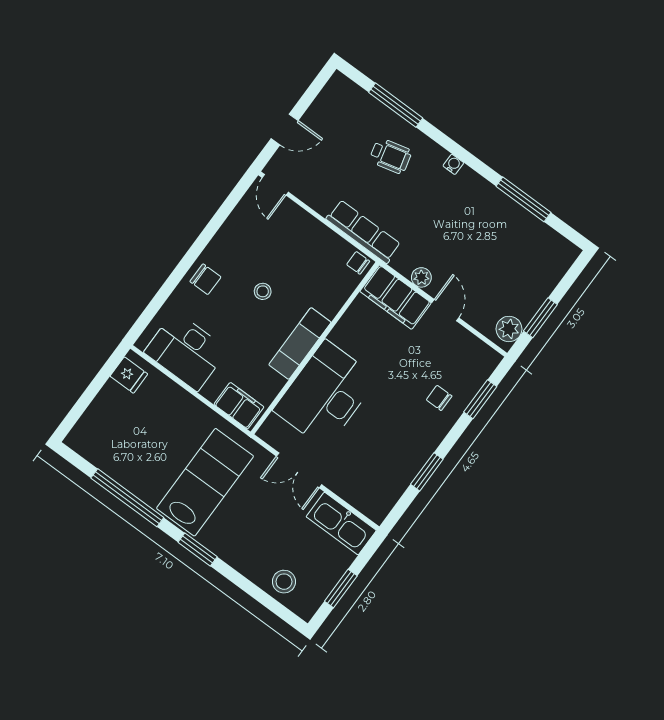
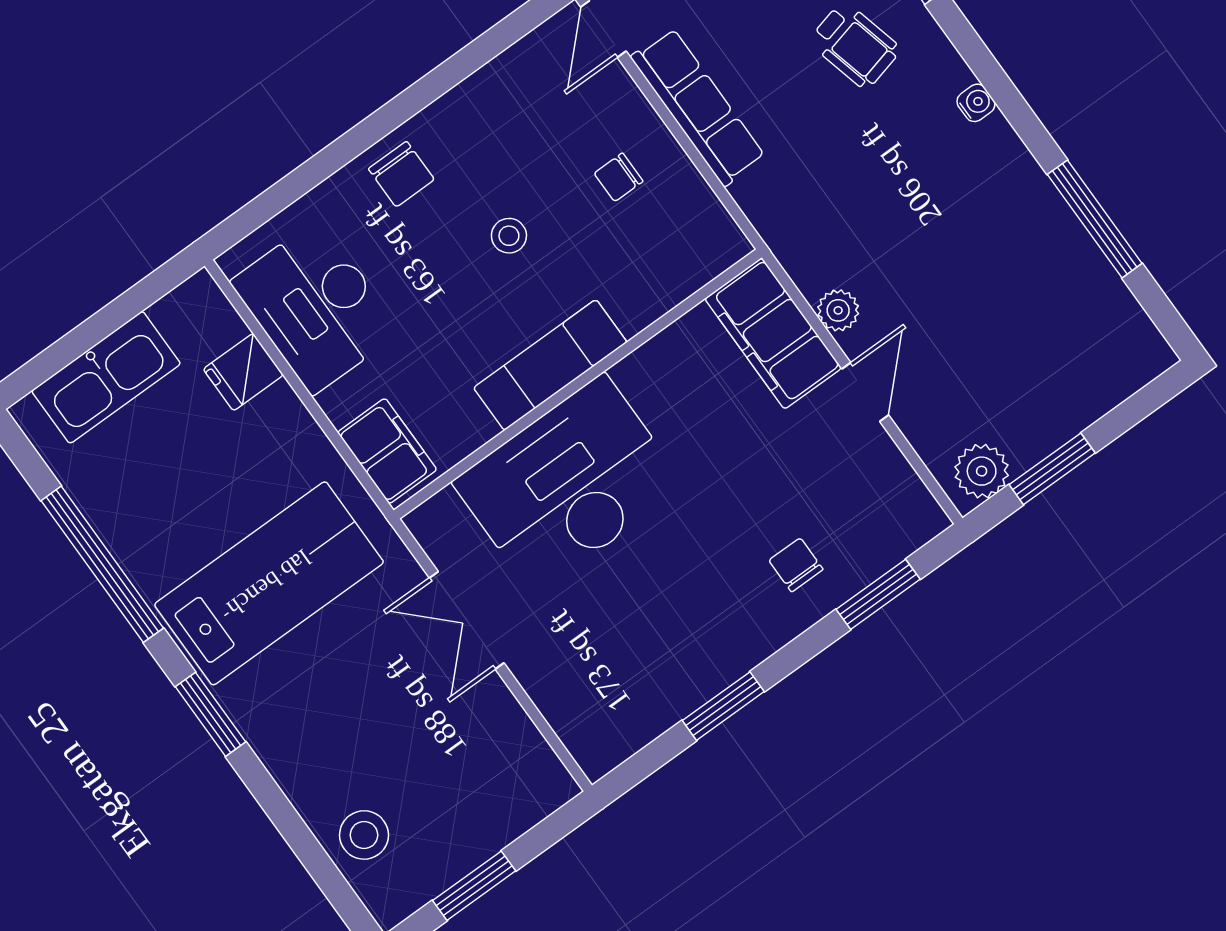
row of seats: (363, 232) -> (698, 107), moved
chair: (358, 263) -> (619, 177), moved, turned -90
fridge: (129, 375) -> (243, 372), moved, turned 90
kitchen sink: (341, 524) -> (106, 377), moved, turned -90

